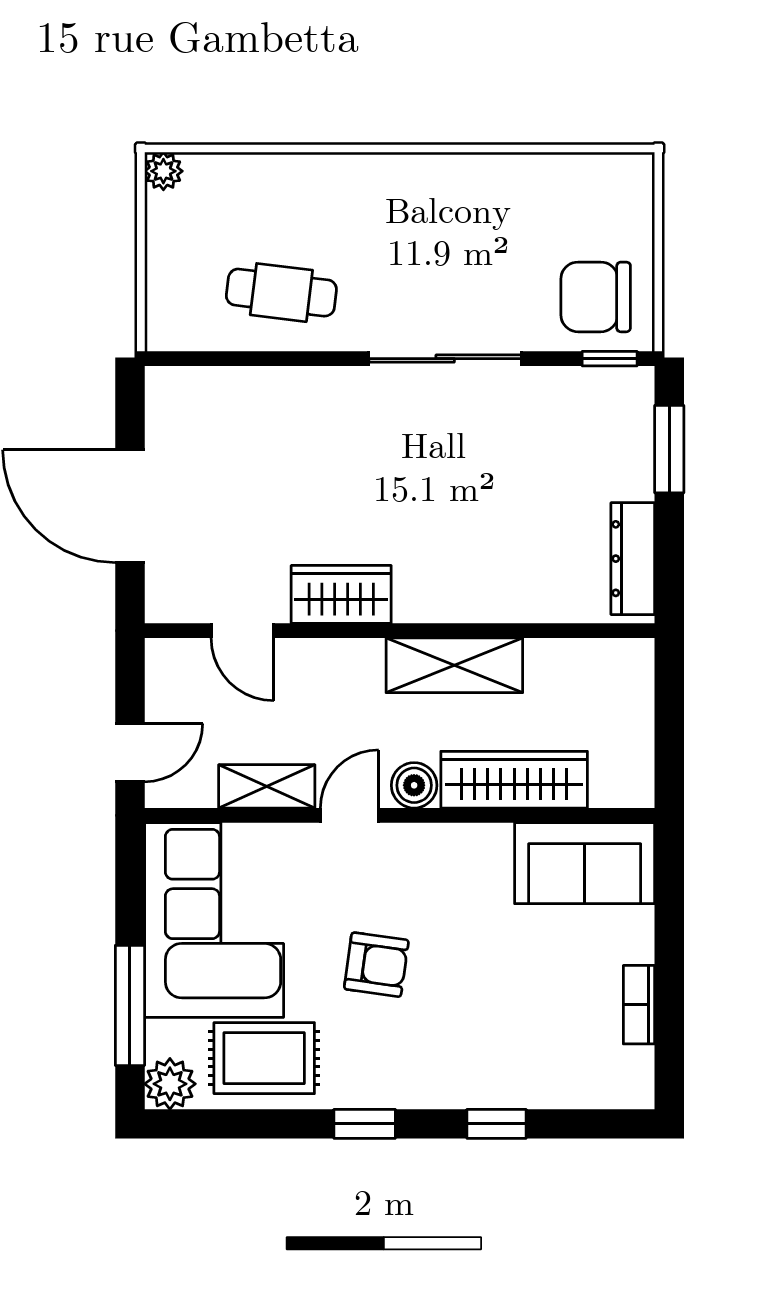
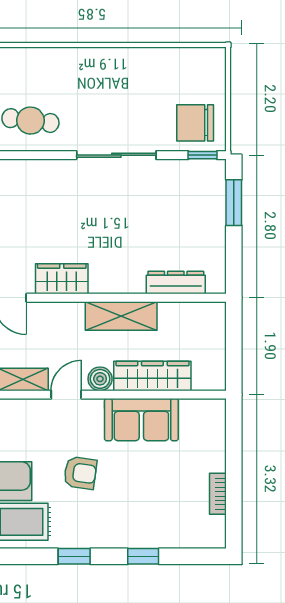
dresser: (633, 559) -> (176, 283), moved, turned 90
sofa: (585, 863) -> (141, 420), moved

